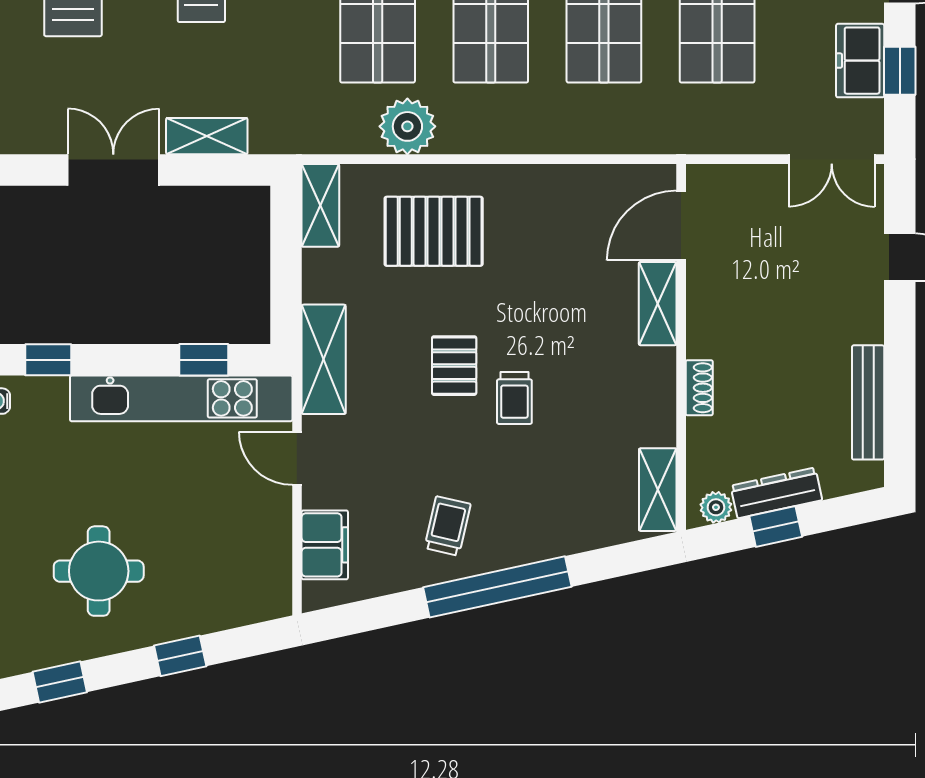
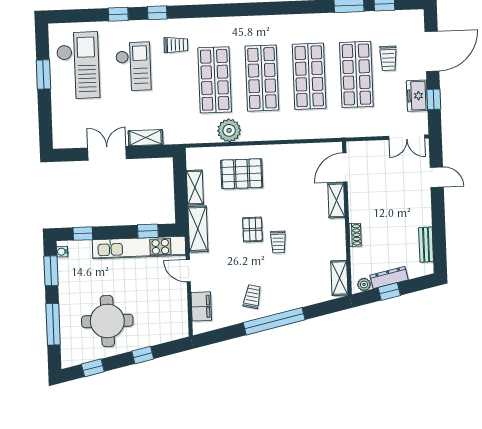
shelving: (320, 205) -> (195, 187), moved
bench: (868, 402) -> (426, 245), width x0.73
round table: (99, 571) -> (107, 321), width x1.36, depth x1.36

